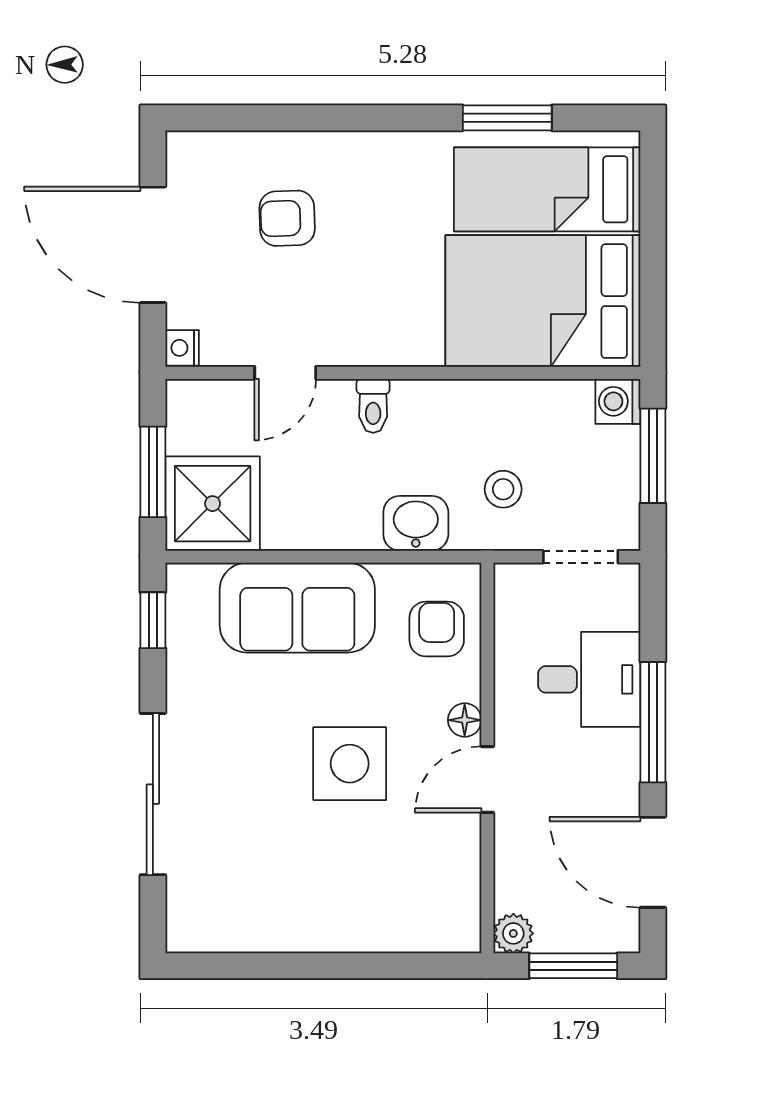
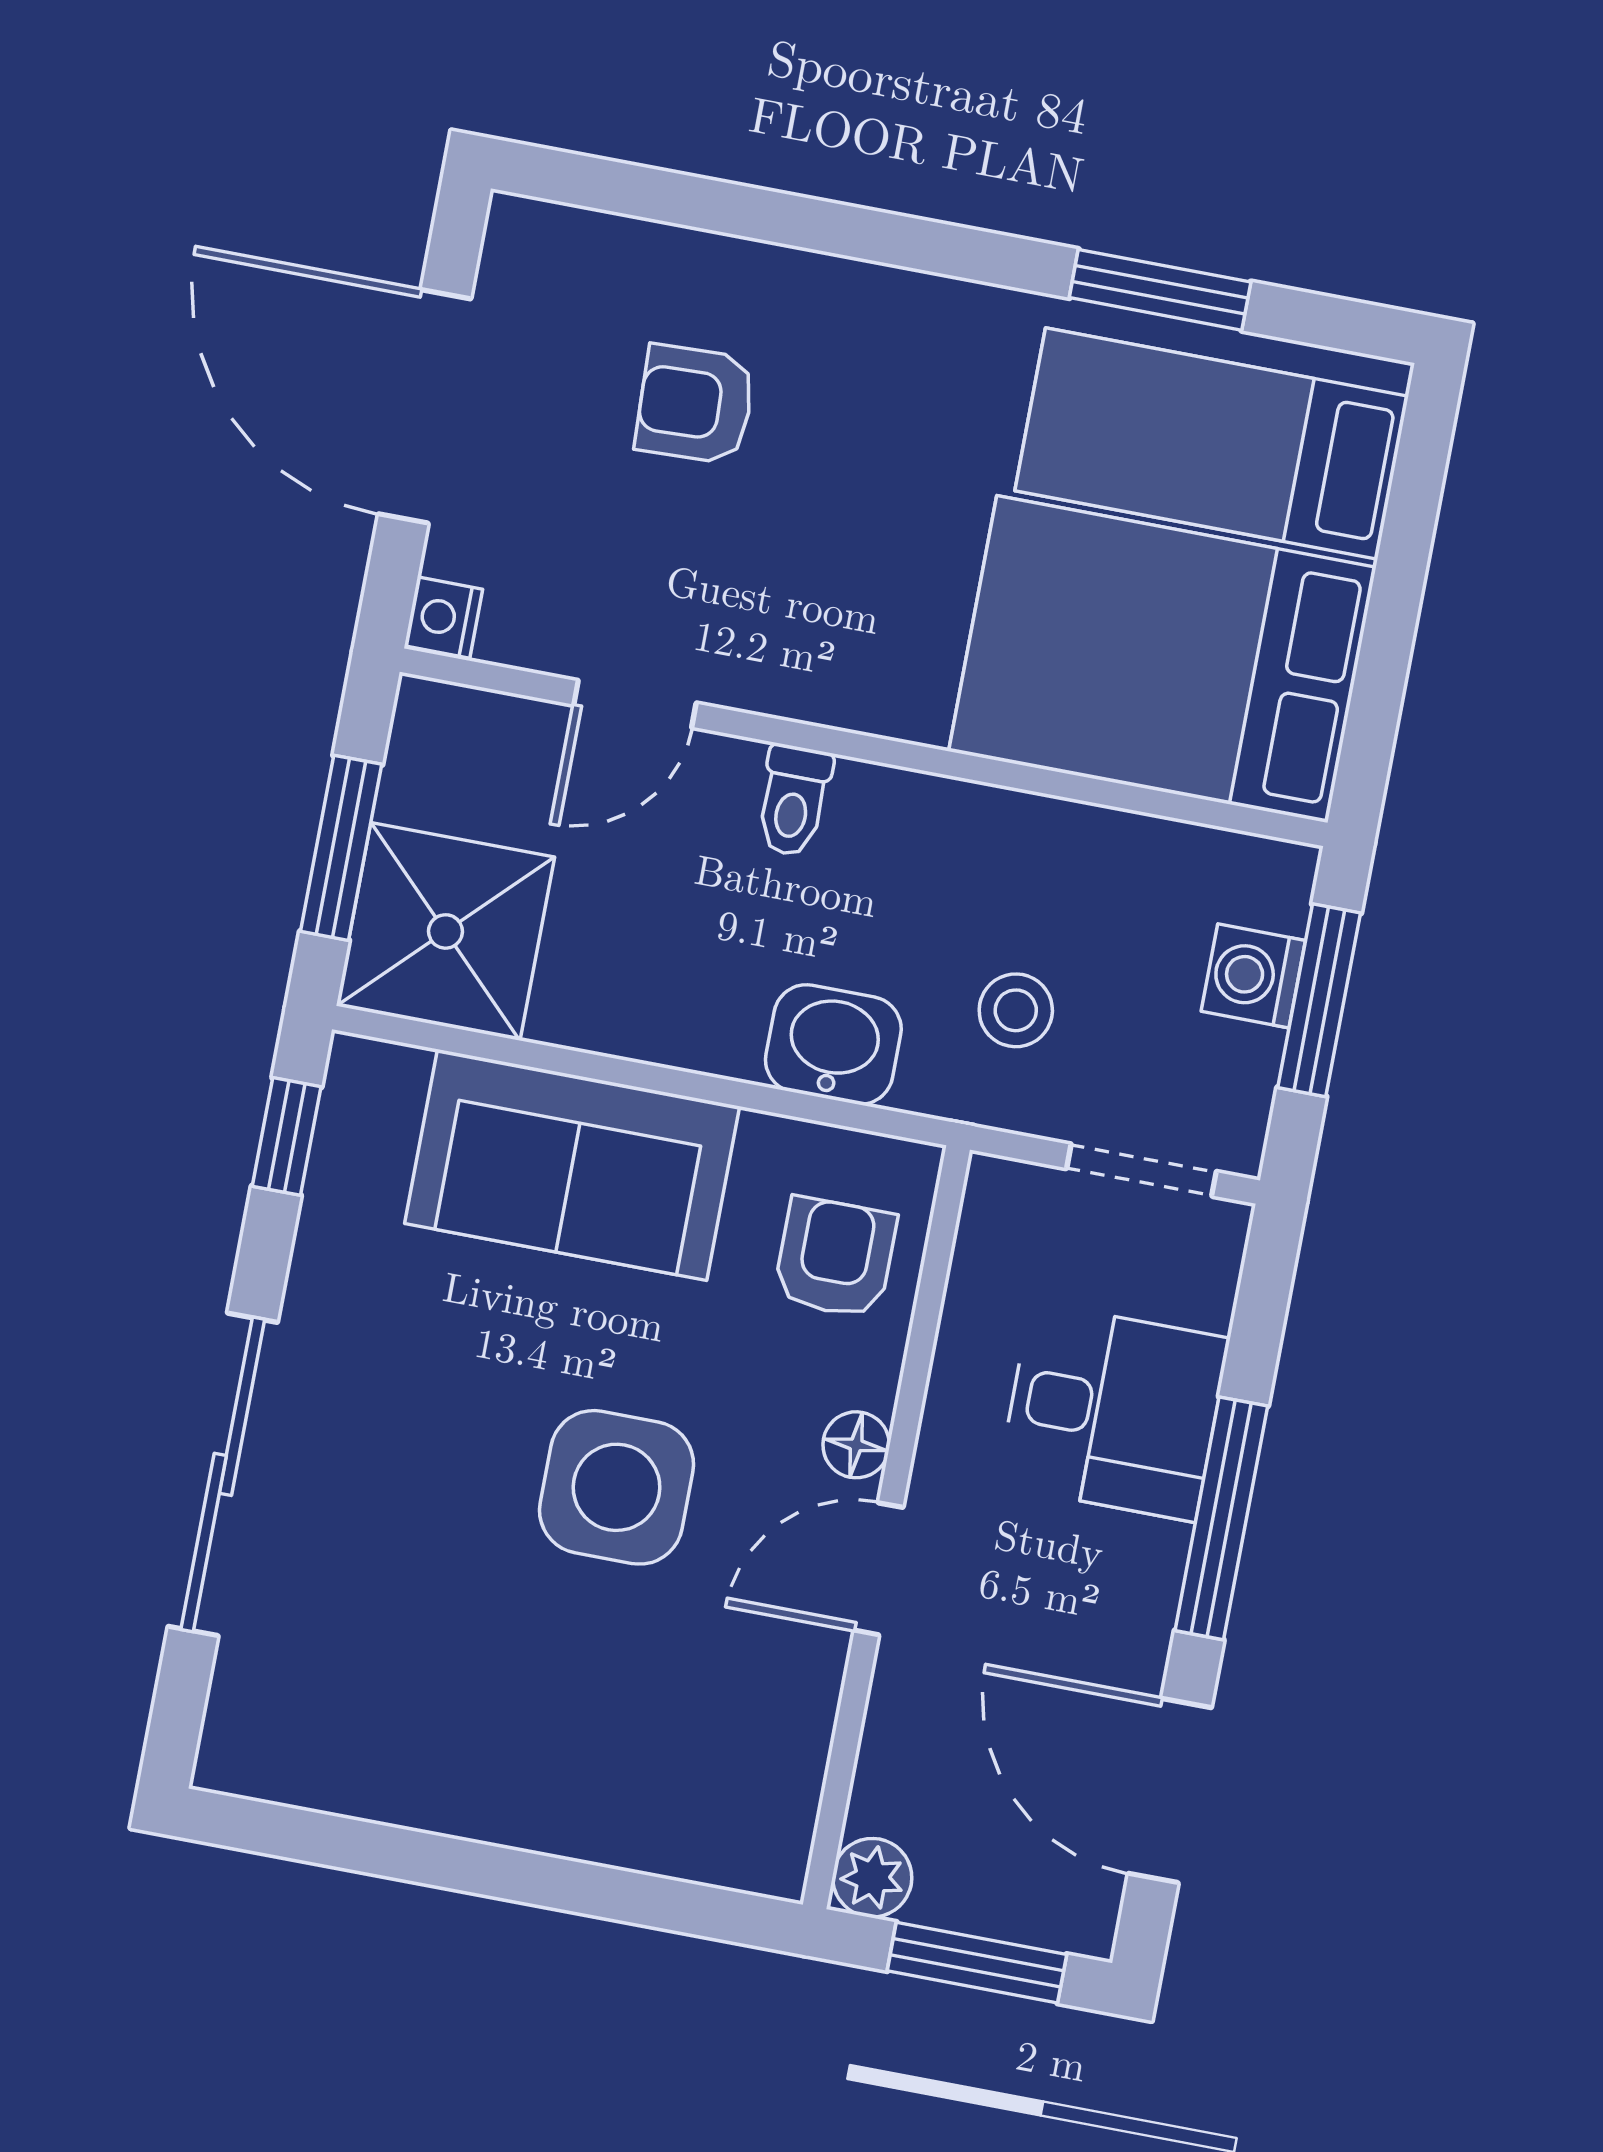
washing machine: (618, 401) -> (1253, 976), moved

